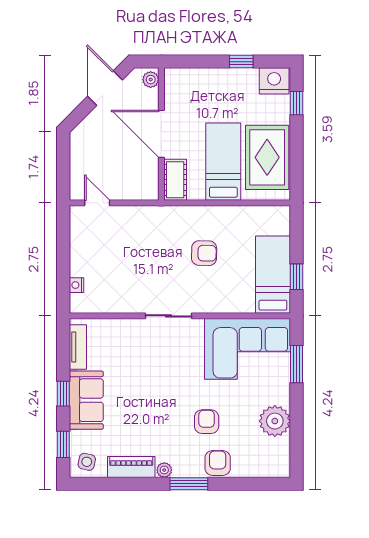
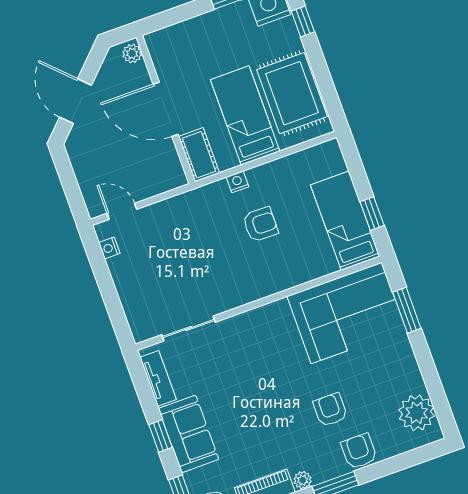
door: (105, 88) -> (76, 101), moved
nightstand: (198, 213) -> (237, 182), added
nightstand: (77, 285) -> (109, 248), moved
sliding door: (168, 316) -> (189, 329), moved
plant: (275, 421) -> (417, 413), moved

